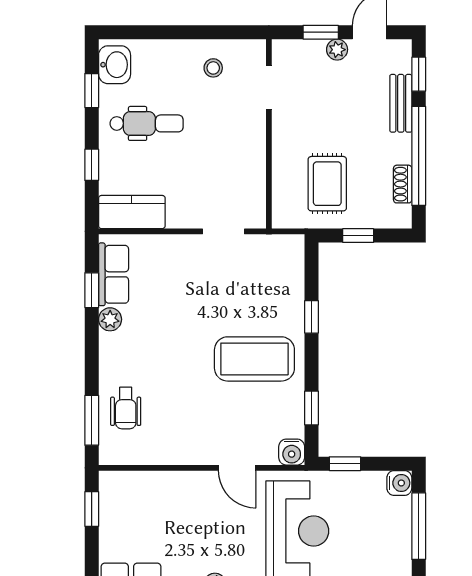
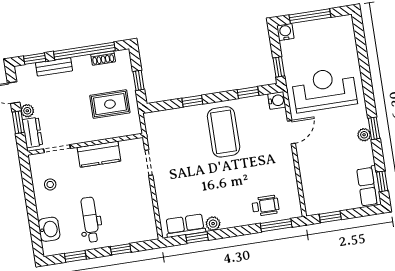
dresser: (301, 52) -> (32, 132), added
washbasin: (115, 65) -> (49, 229), moved, turned 90
kitchen counter: (132, 212) -> (99, 154), moved, turned -90

